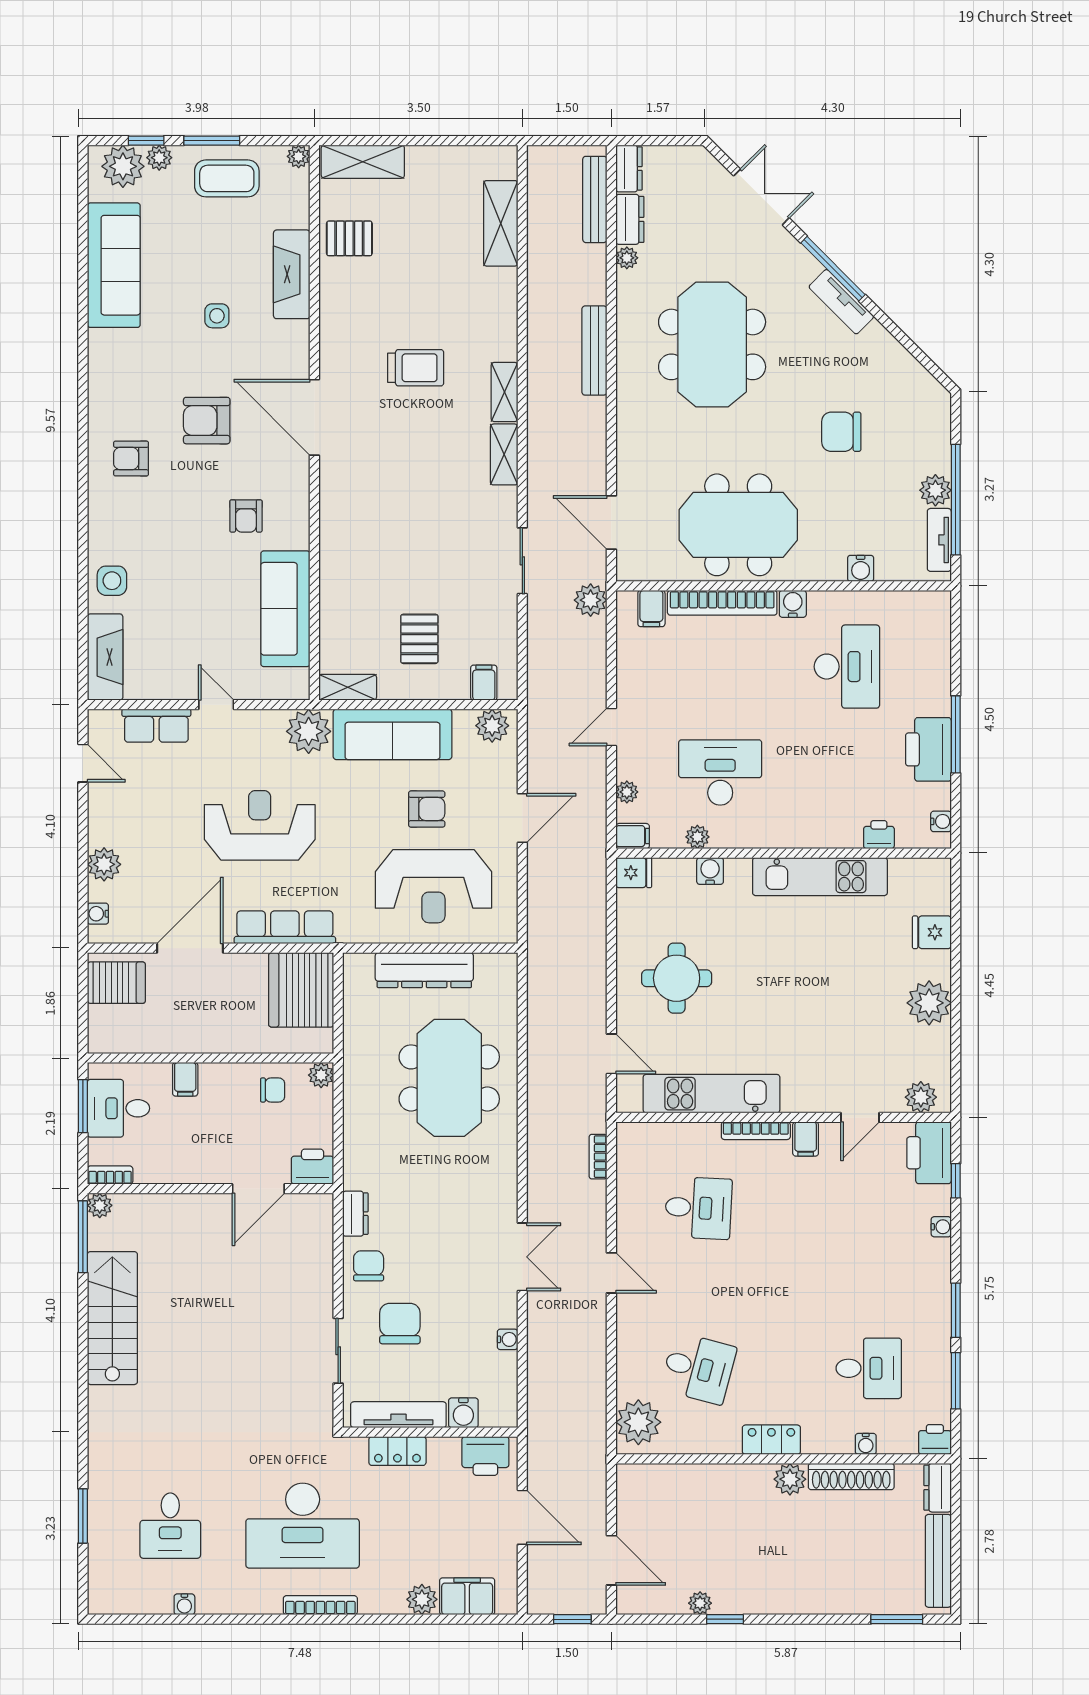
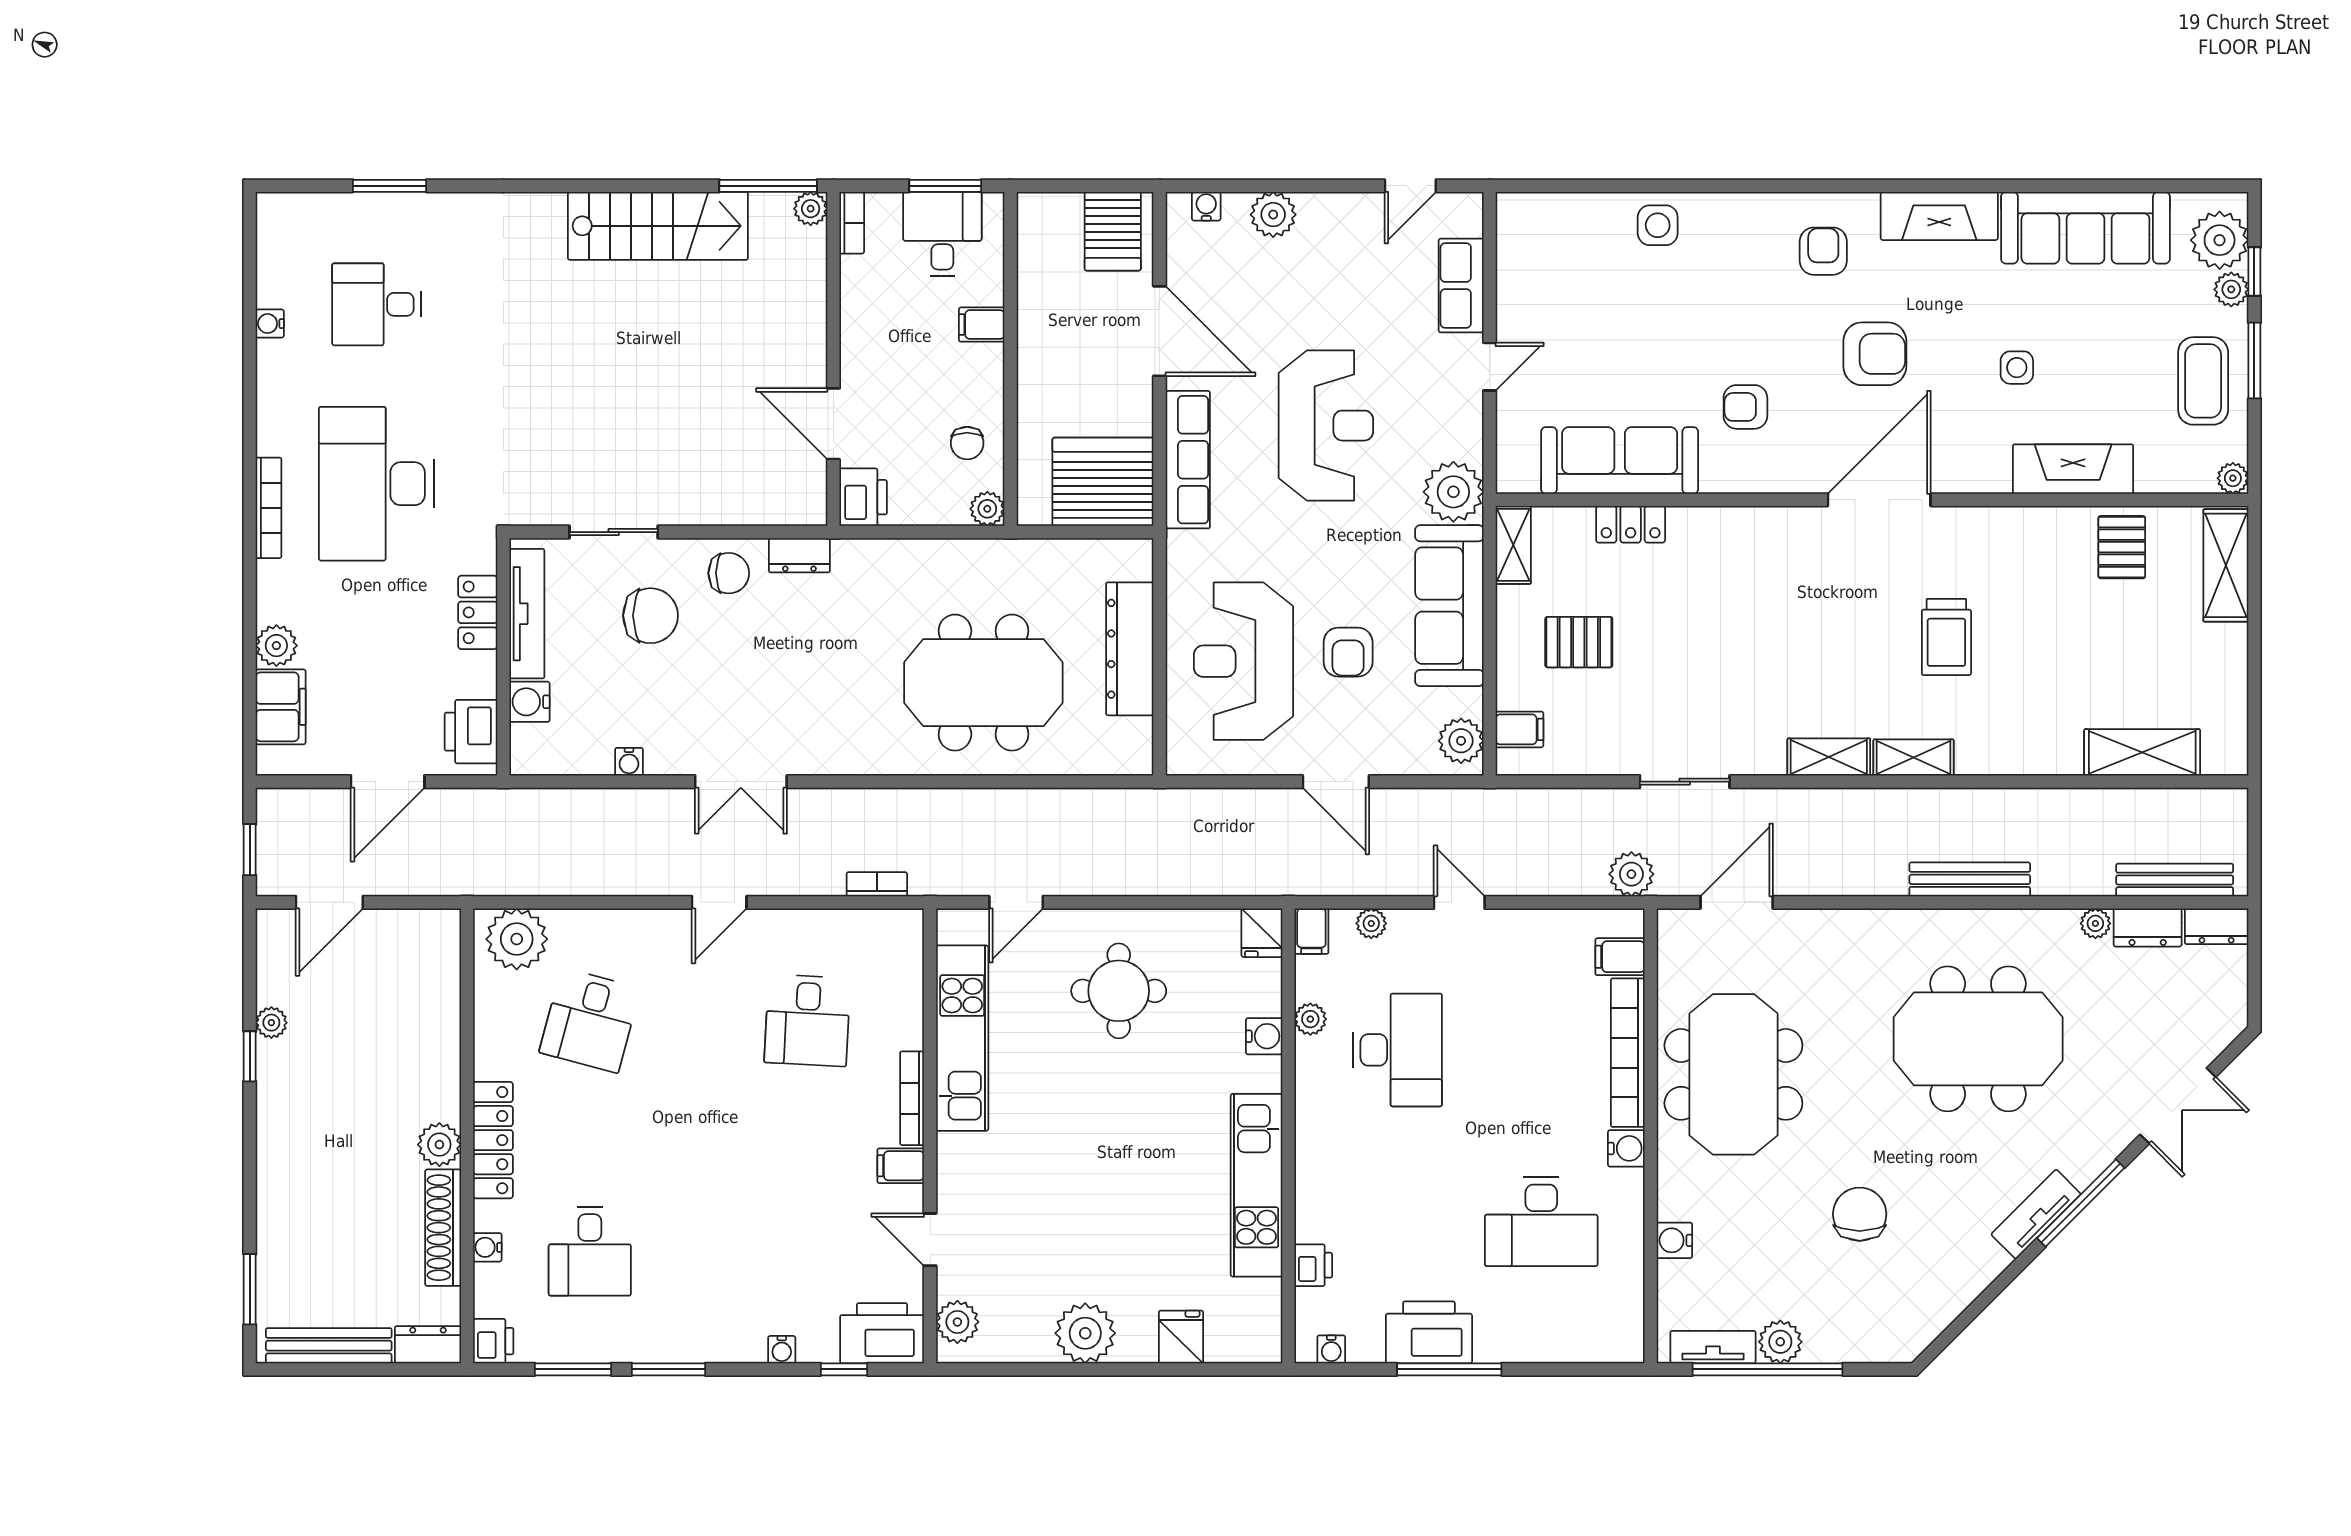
armchair: (207, 421) -> (1875, 354), turned 90
locker: (332, 601) -> (1631, 524), added
fireplace: (105, 657) -> (1939, 216), moved
locker: (771, 1440) -> (493, 1140), width x1.53

